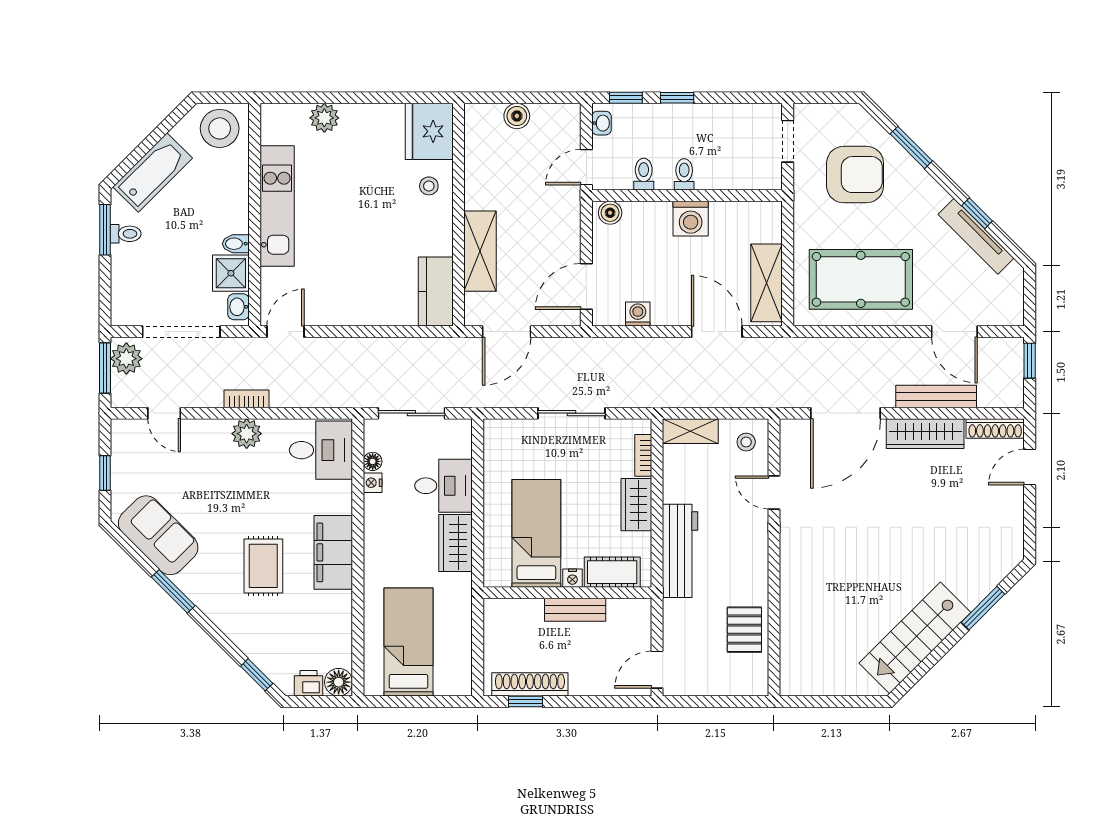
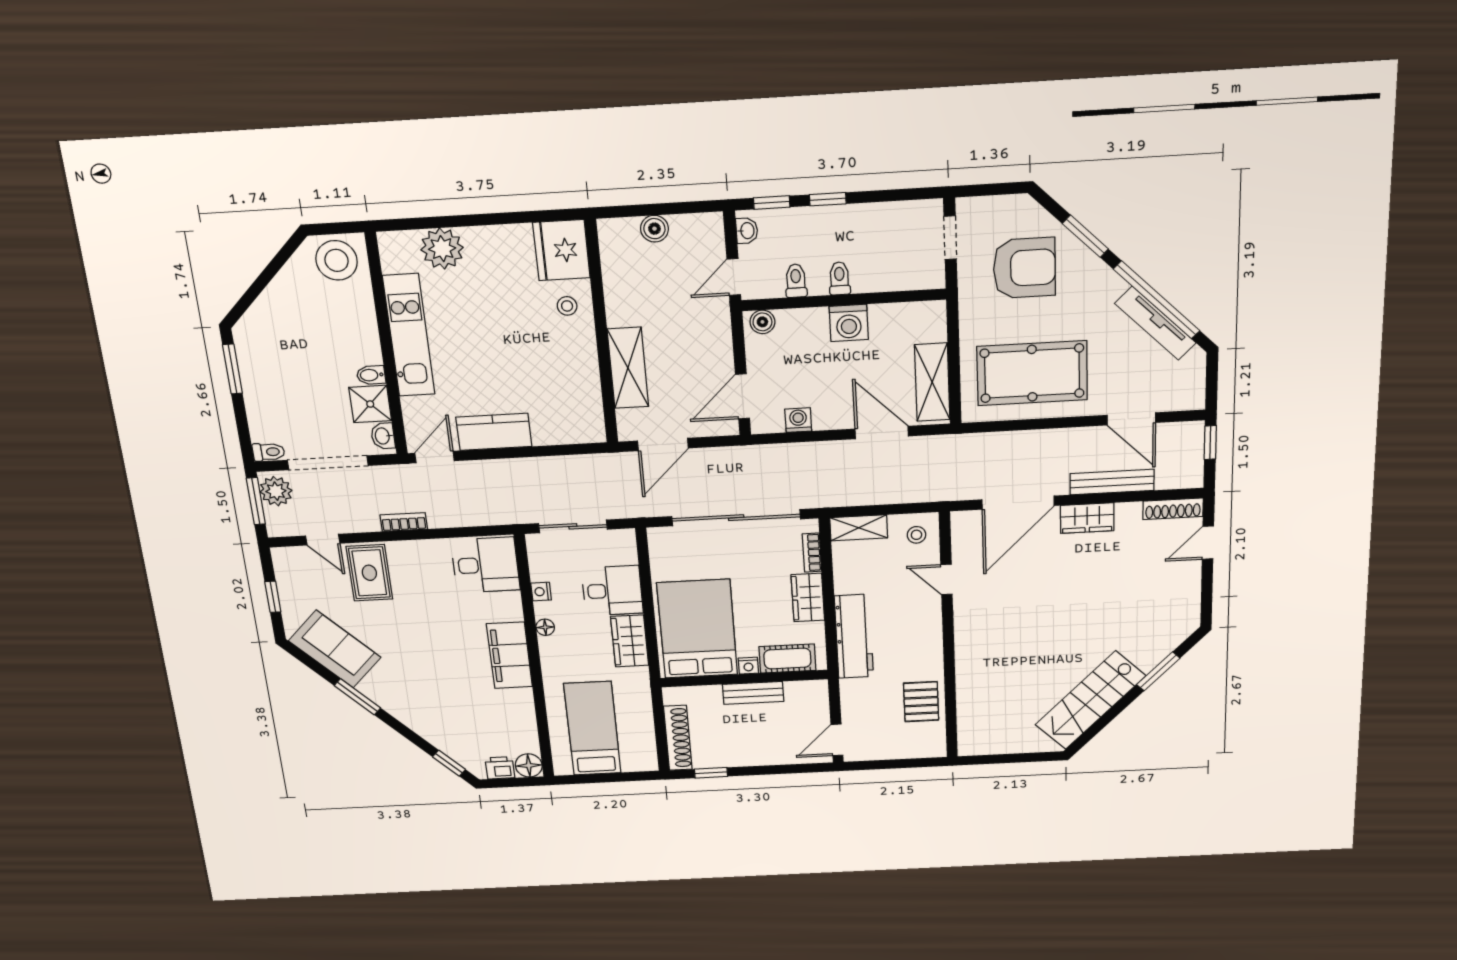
plant: (324, 118) -> (442, 249), width x1.36, depth x1.36
bathtub: (153, 172) -> (273, 309), removed
window: (977, 213) -> (1157, 300), width x3.17
toilet: (126, 234) -> (269, 452), moved
kitchen counter: (436, 291) -> (494, 432), moved, turned 90
sliding door: (571, 413) -> (736, 518), width x1.86
plant: (247, 434) -> (409, 554), removed
wardrobe: (925, 434) -> (1087, 518), width x0.67
floor lamp: (373, 461) -> (545, 627), moved
bed: (536, 533) -> (697, 629), width x1.50
rug: (263, 566) -> (369, 573), moved
shoe rack: (530, 684) -> (678, 738), moved, turned 90

